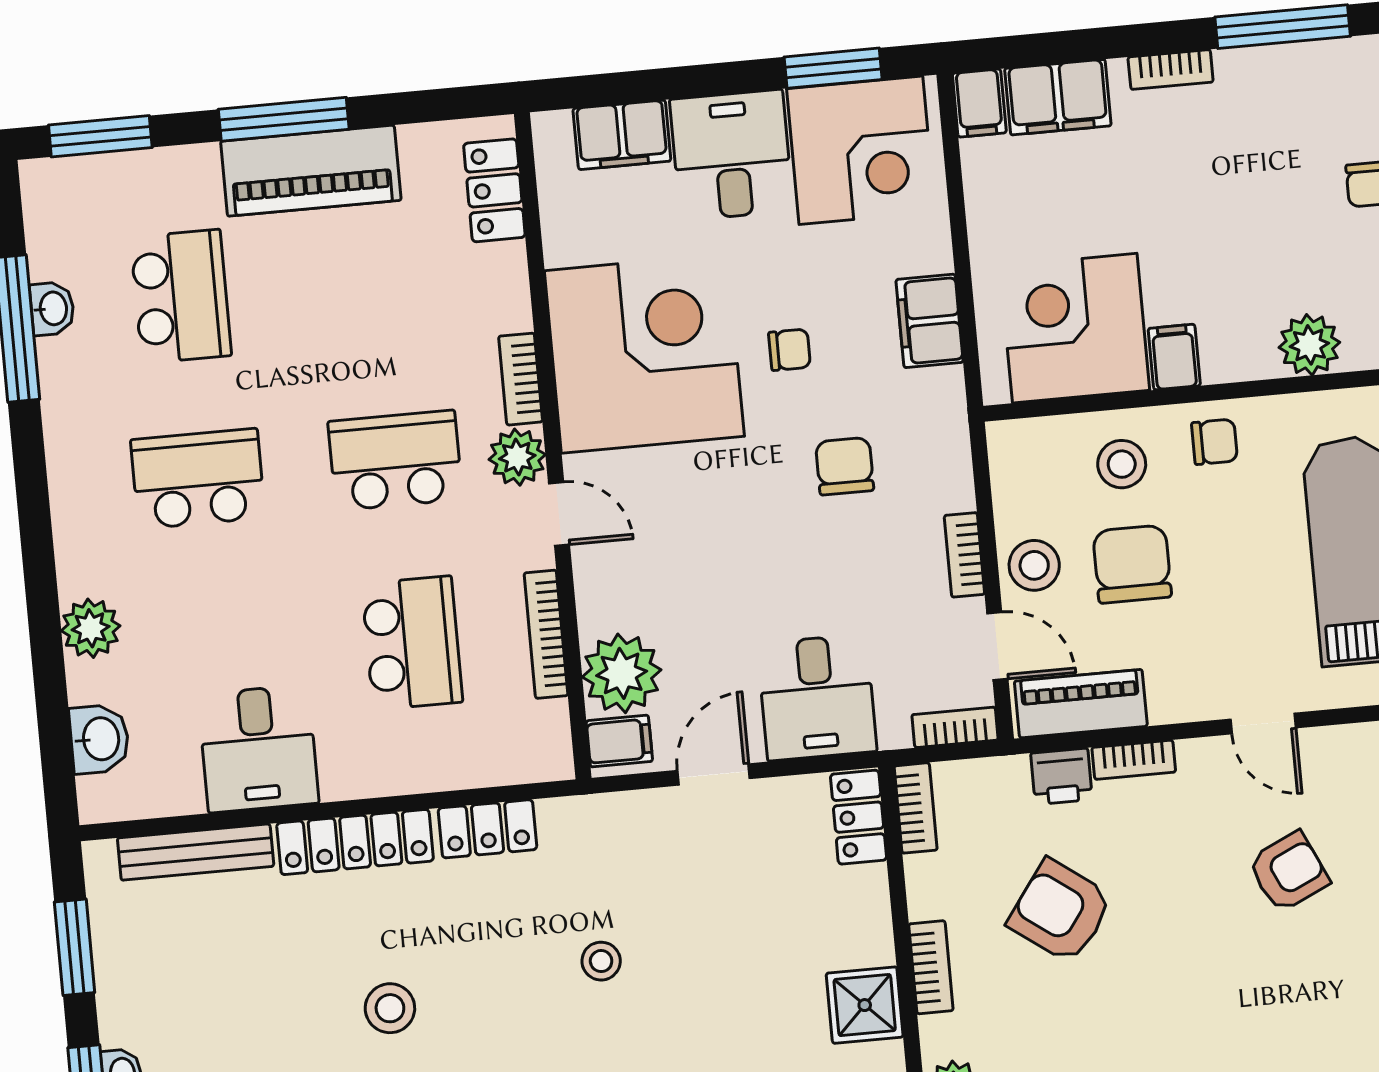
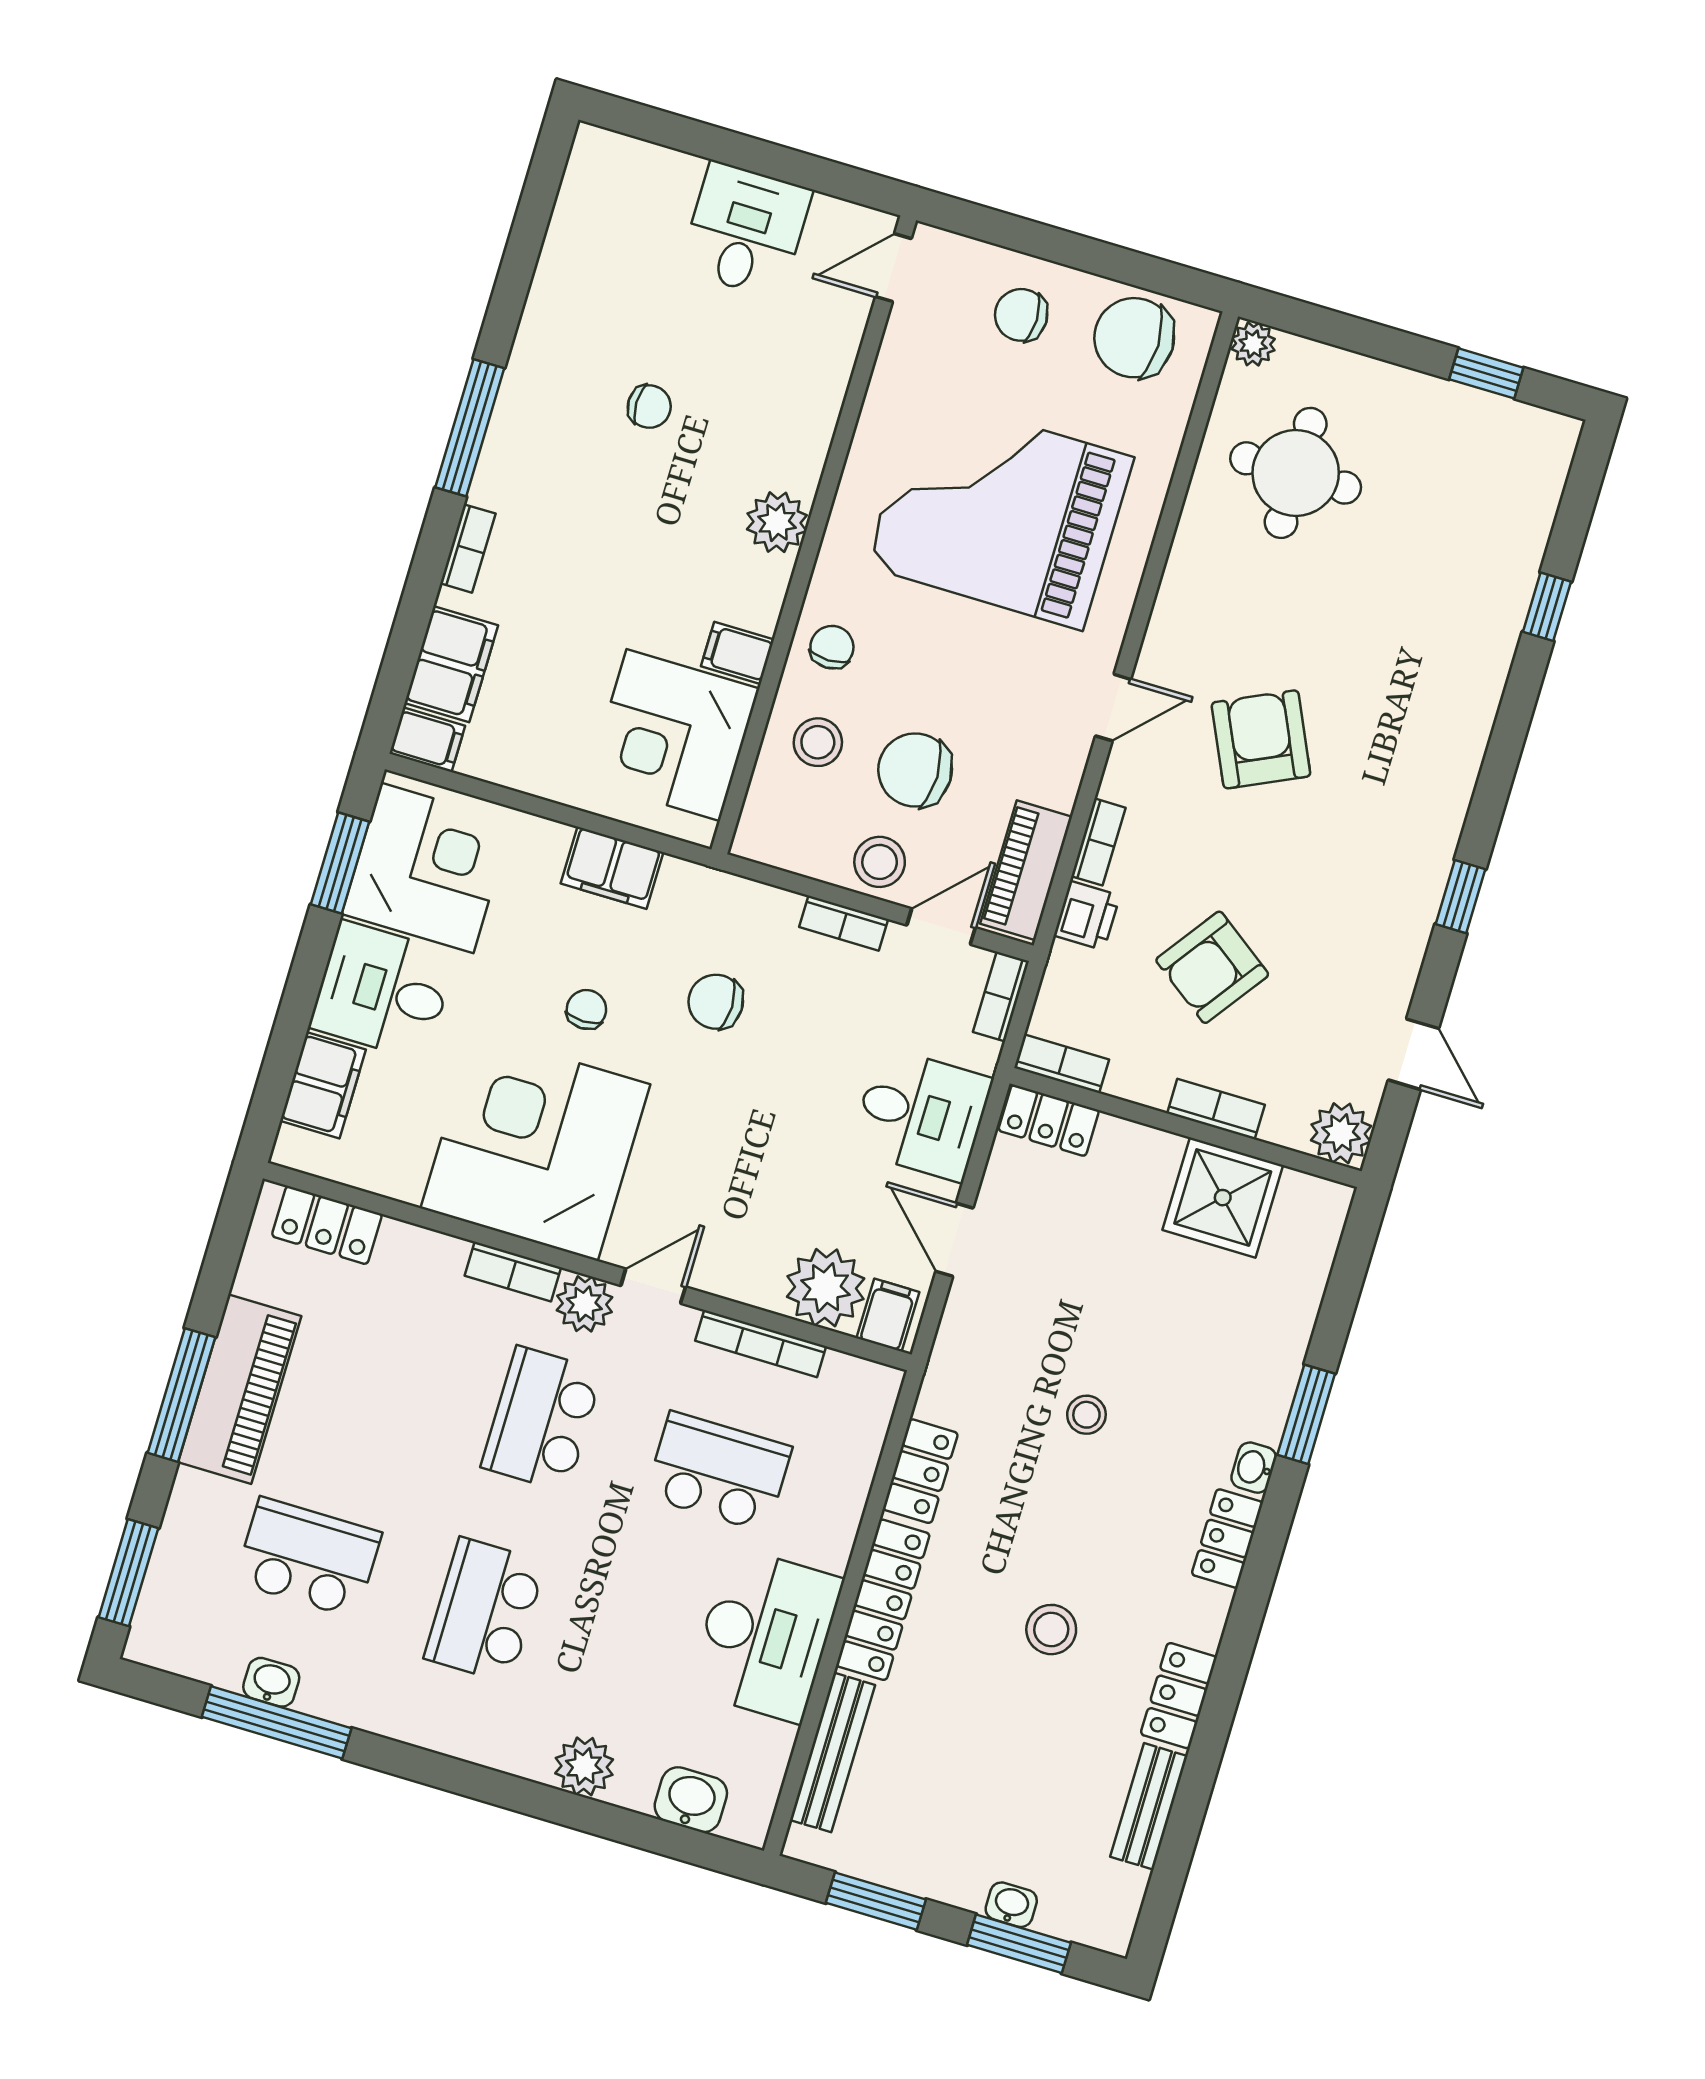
desk: (258, 749) -> (765, 1635), width x1.37
armchair: (1289, 872) -> (1261, 739), width x1.38, depth x1.38
shower: (865, 1005) -> (1223, 1198), width x1.36, depth x1.36

